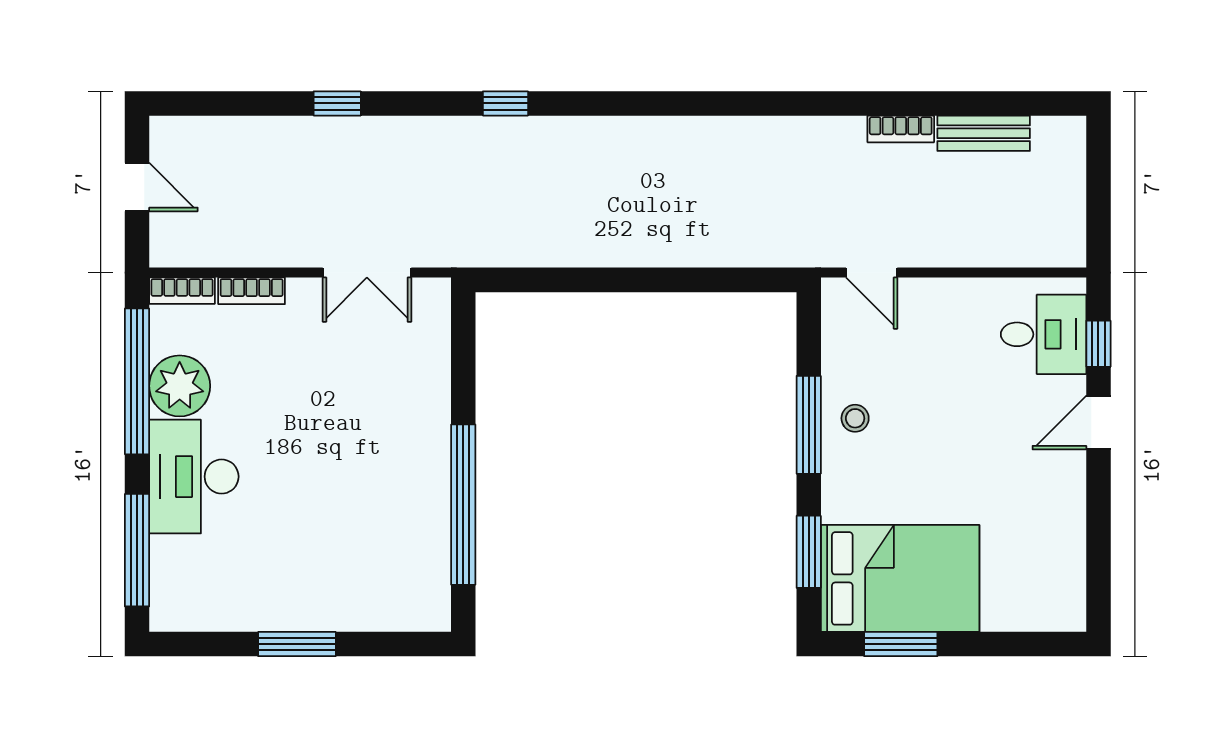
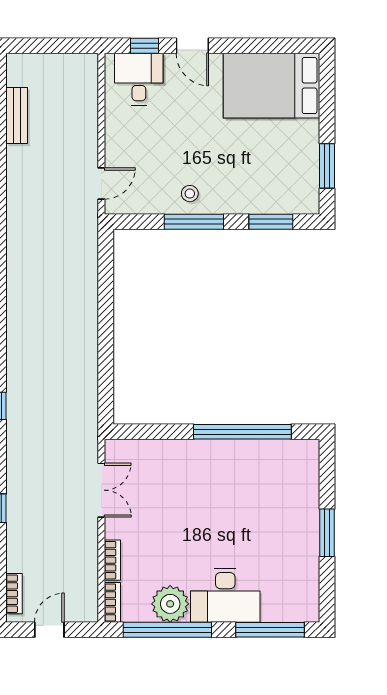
bookcase: (901, 129) -> (14, 594), moved
bed: (900, 578) -> (271, 86), moved, turned -90

